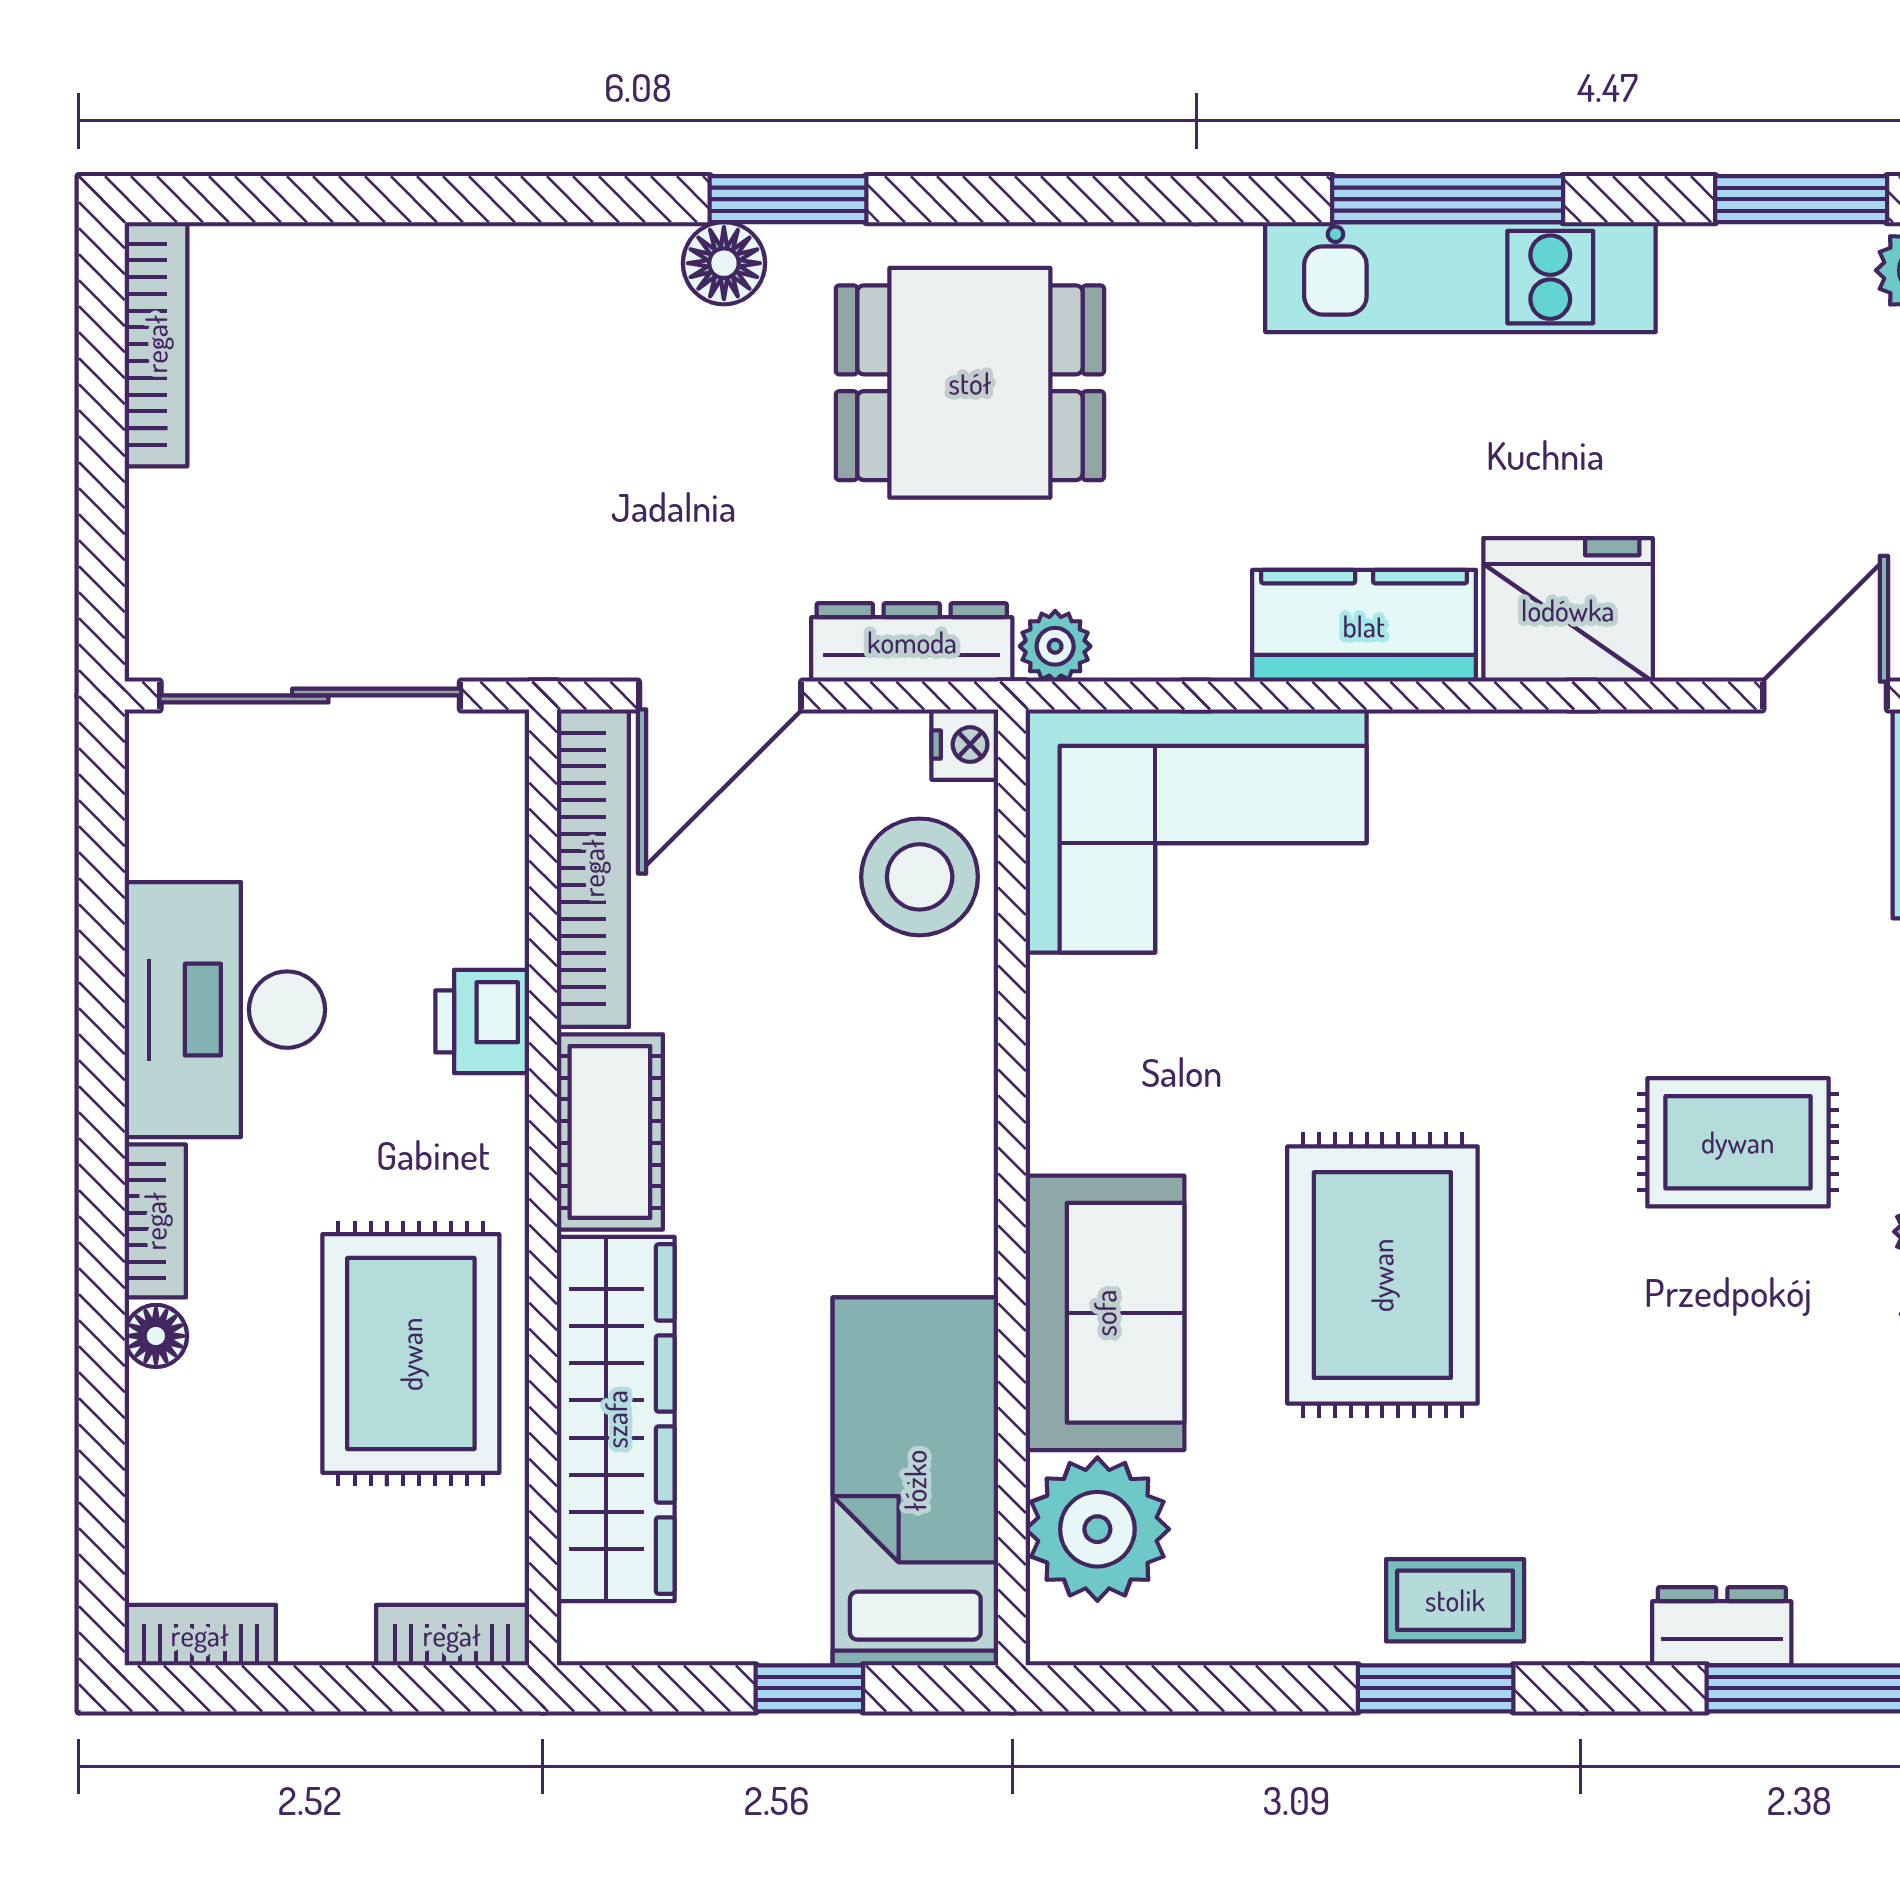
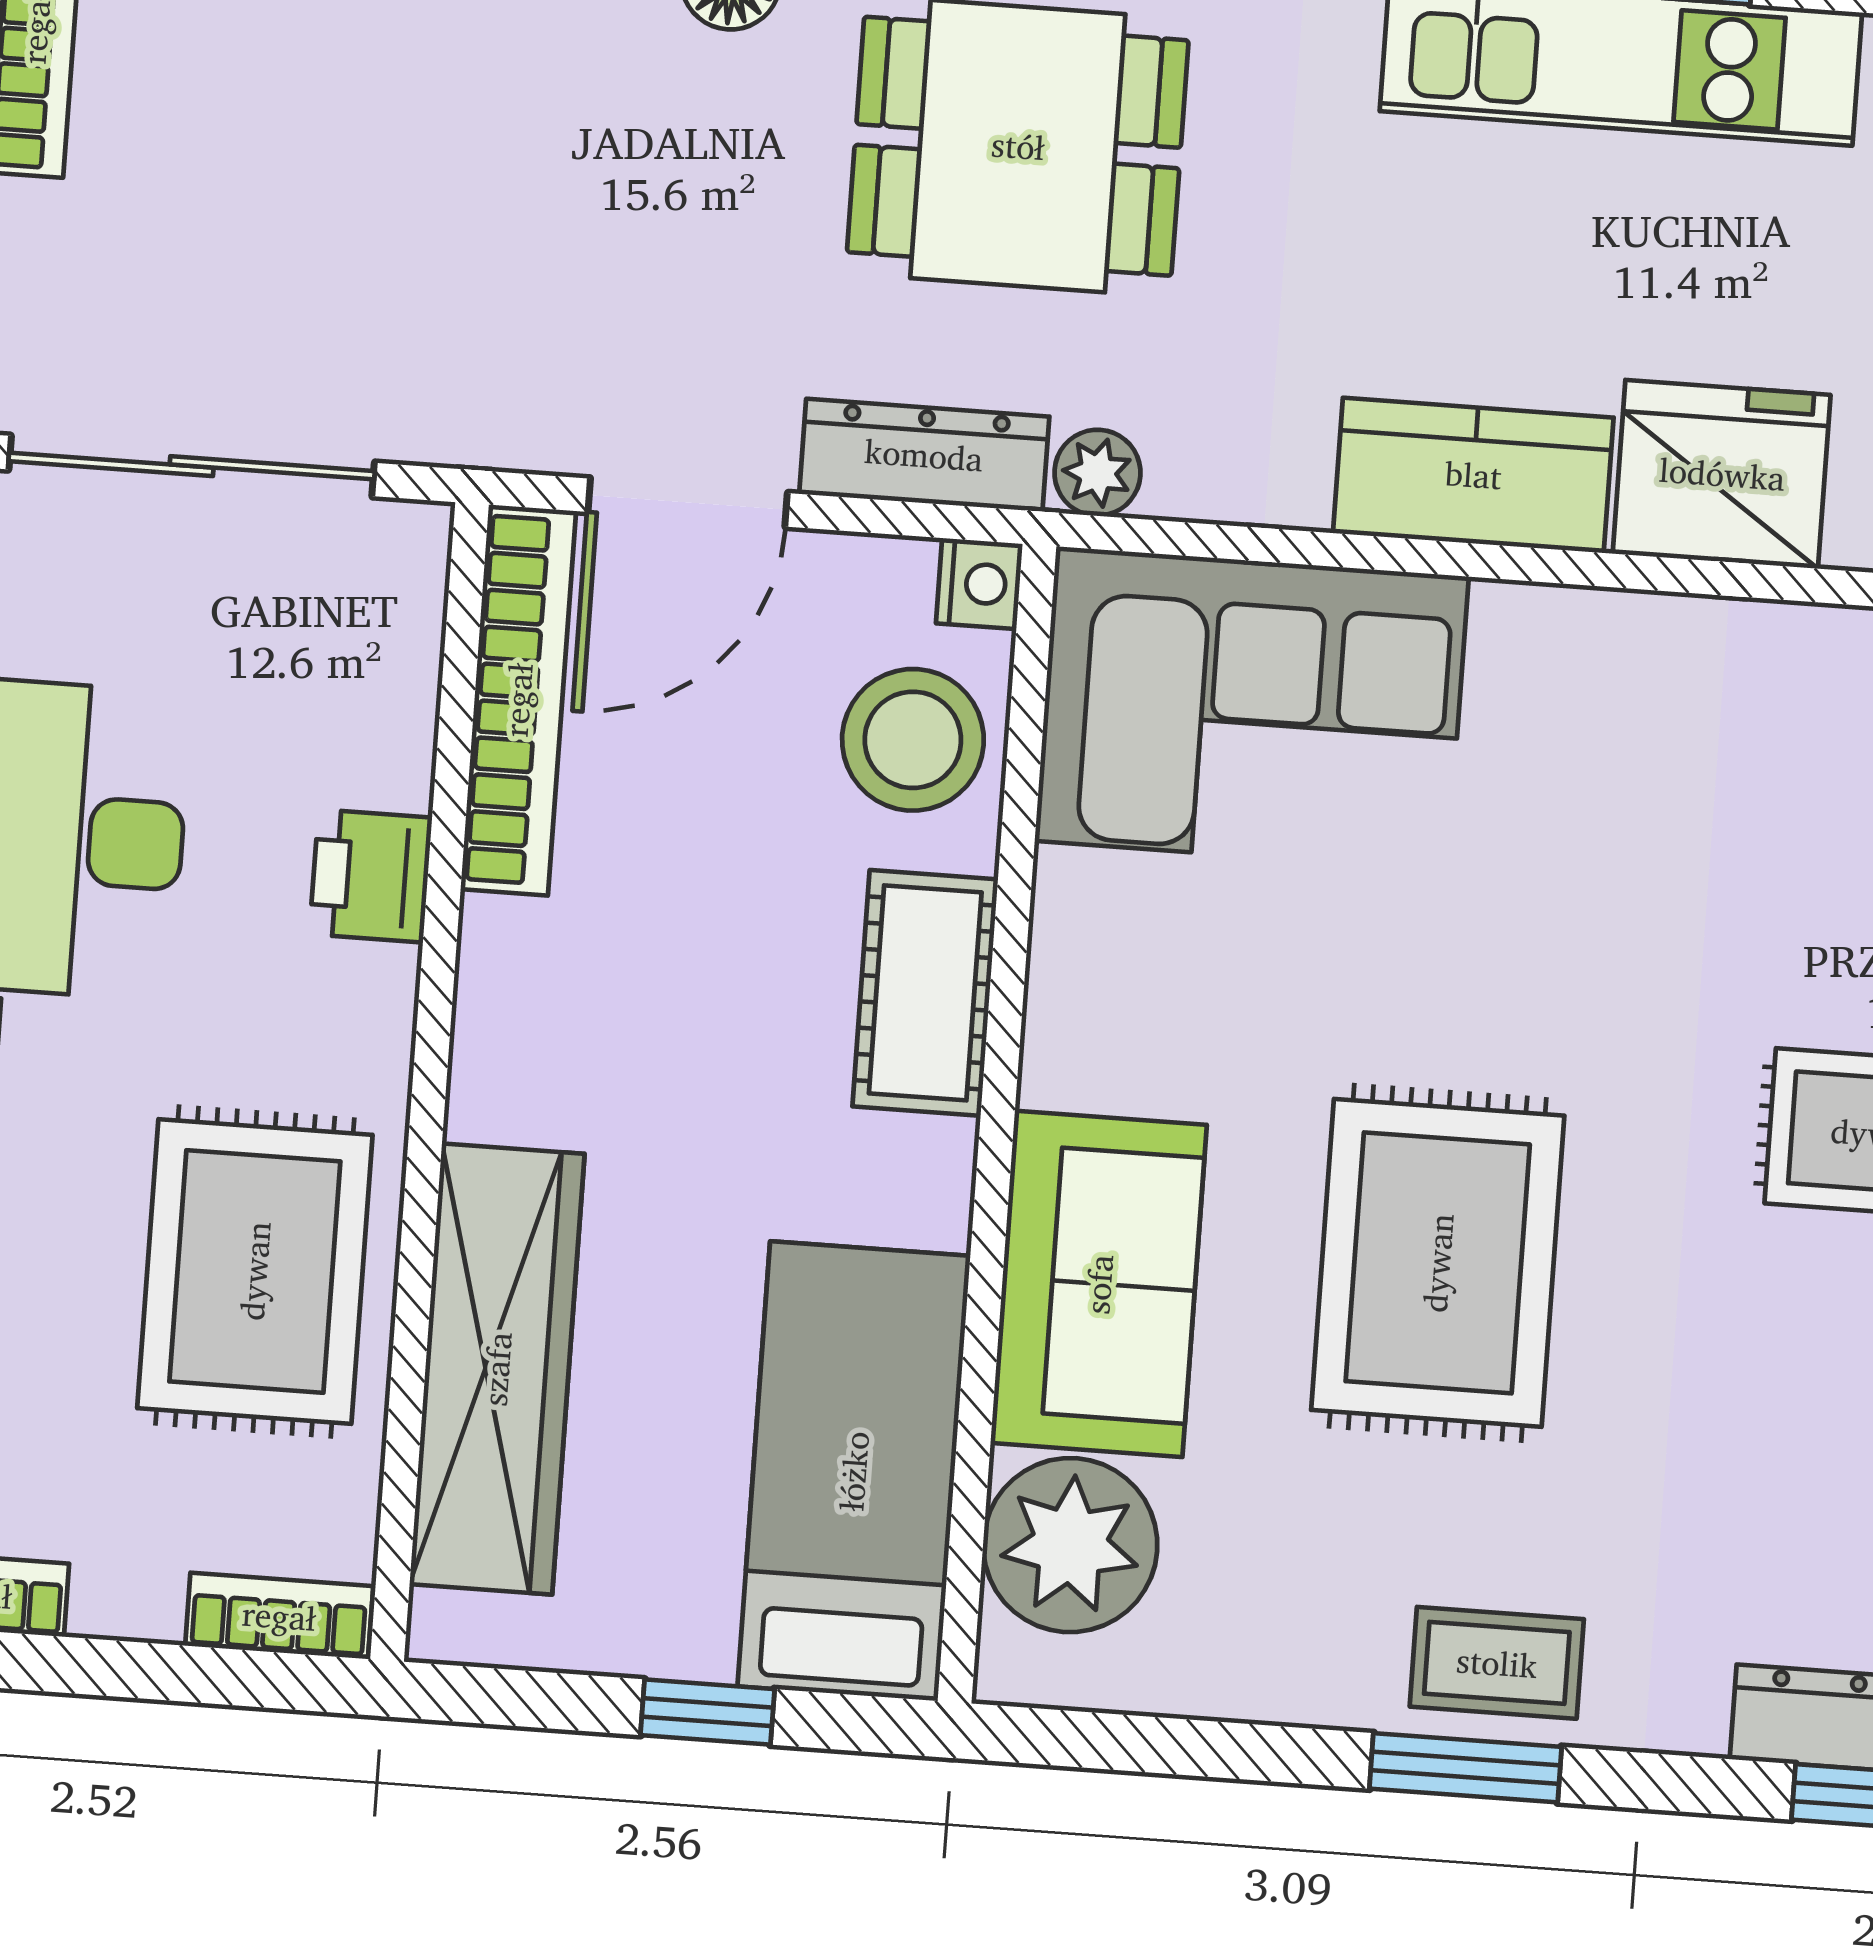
cot: (610, 1132) -> (925, 993), moved

